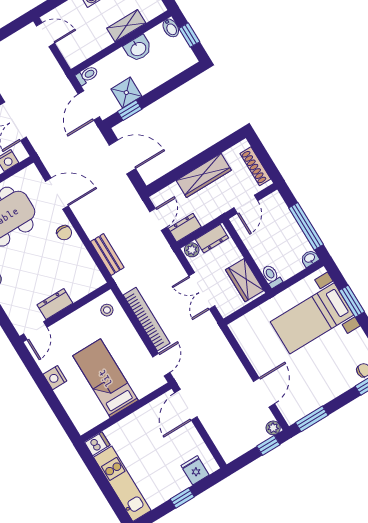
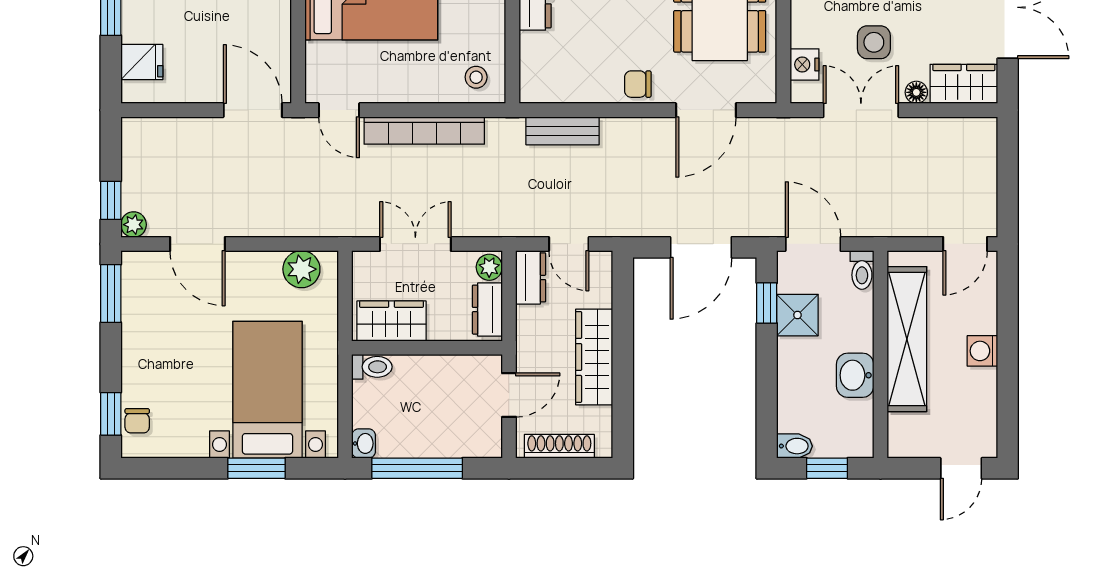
shelving: (126, 26) -> (907, 339), width x2.20, depth x1.33
bidet: (171, 28) -> (795, 446), moved, turned 180
door: (246, 204) -> (509, 395), swing flipped
plant: (246, 337) -> (301, 269), added

